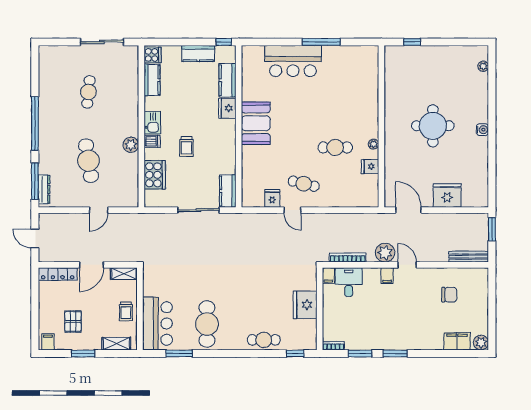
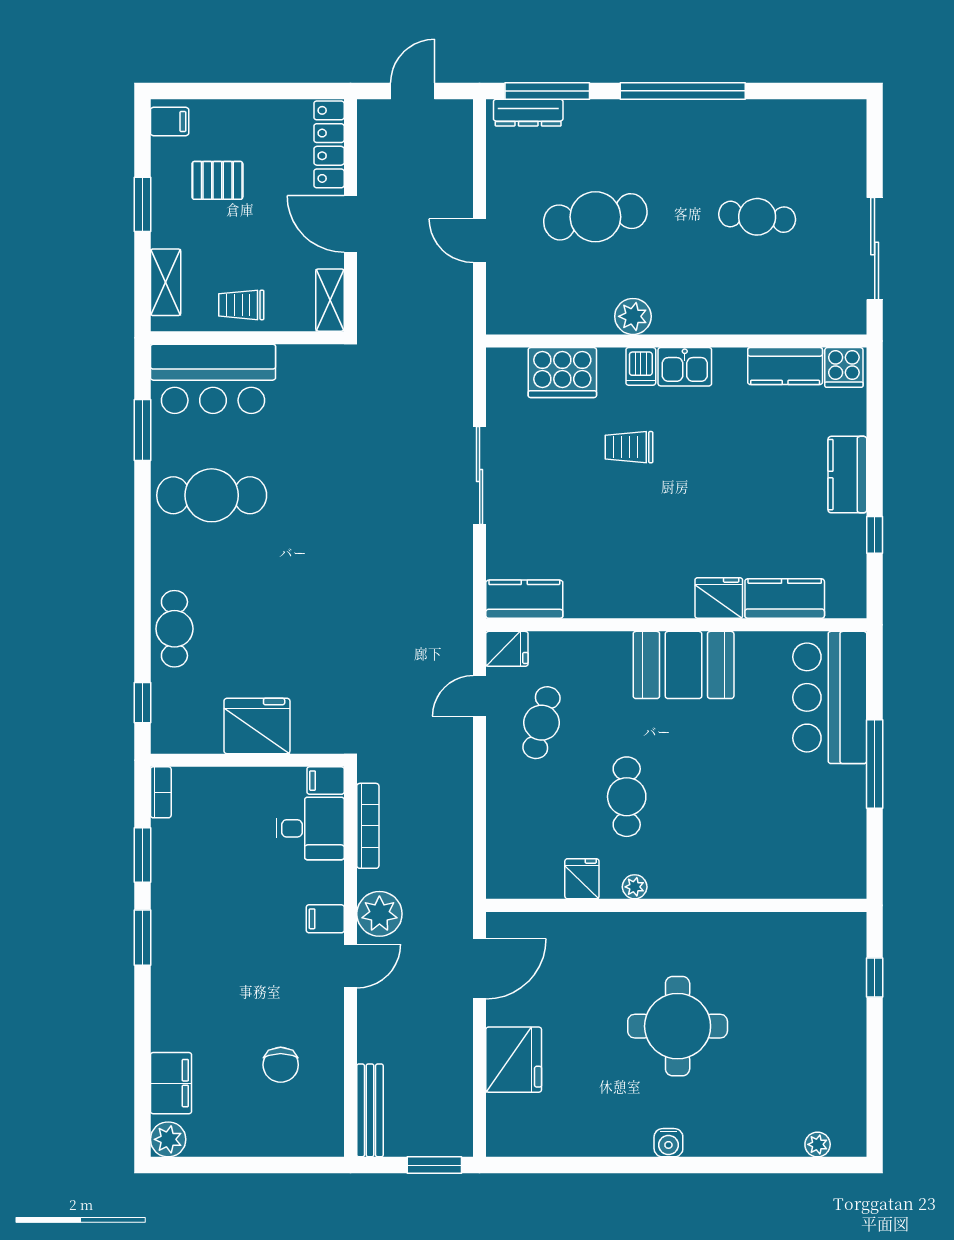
kitchen counter: (228, 80) -> (785, 599), moved
fridge: (227, 108) -> (719, 598), moved
booth: (256, 123) -> (684, 665), moved
wall: (239, 126) -> (676, 625), moved
kitchen counter: (228, 191) -> (524, 599), moved

